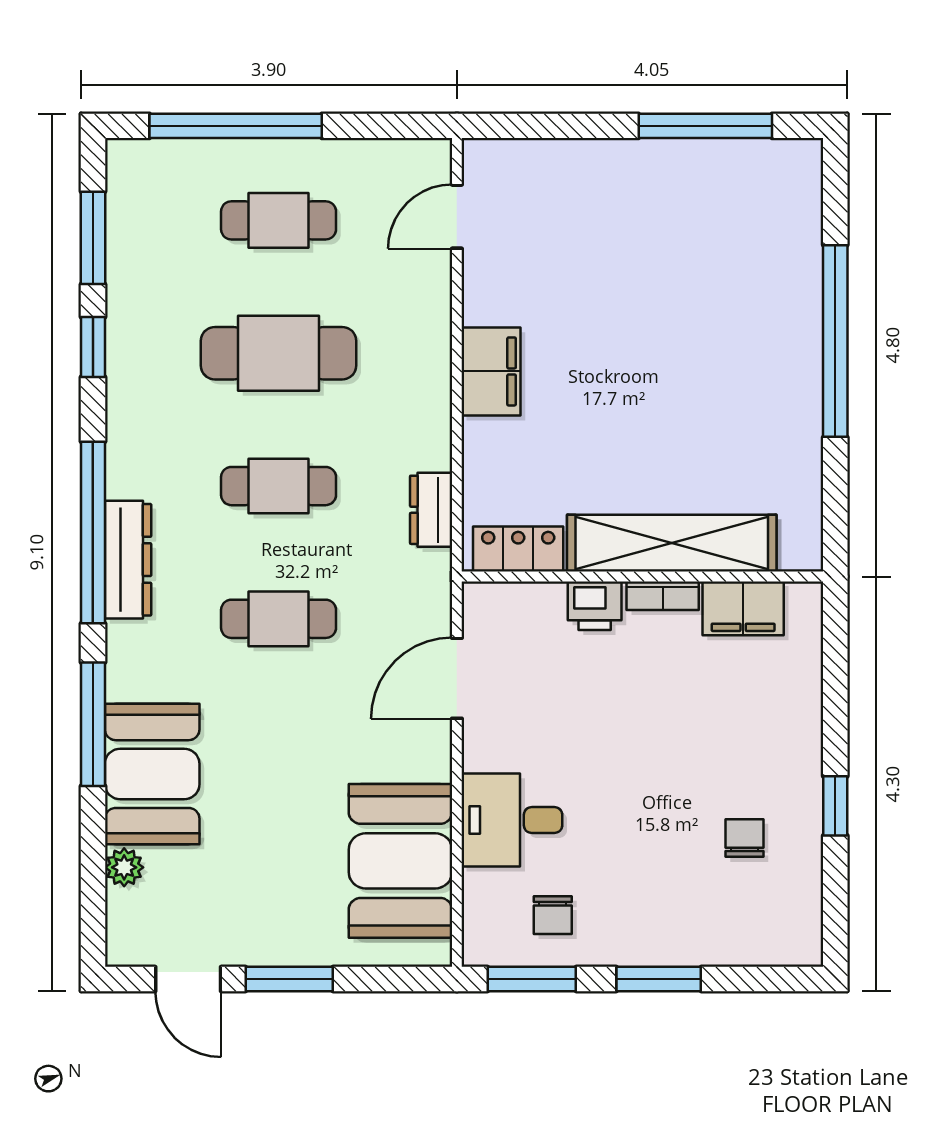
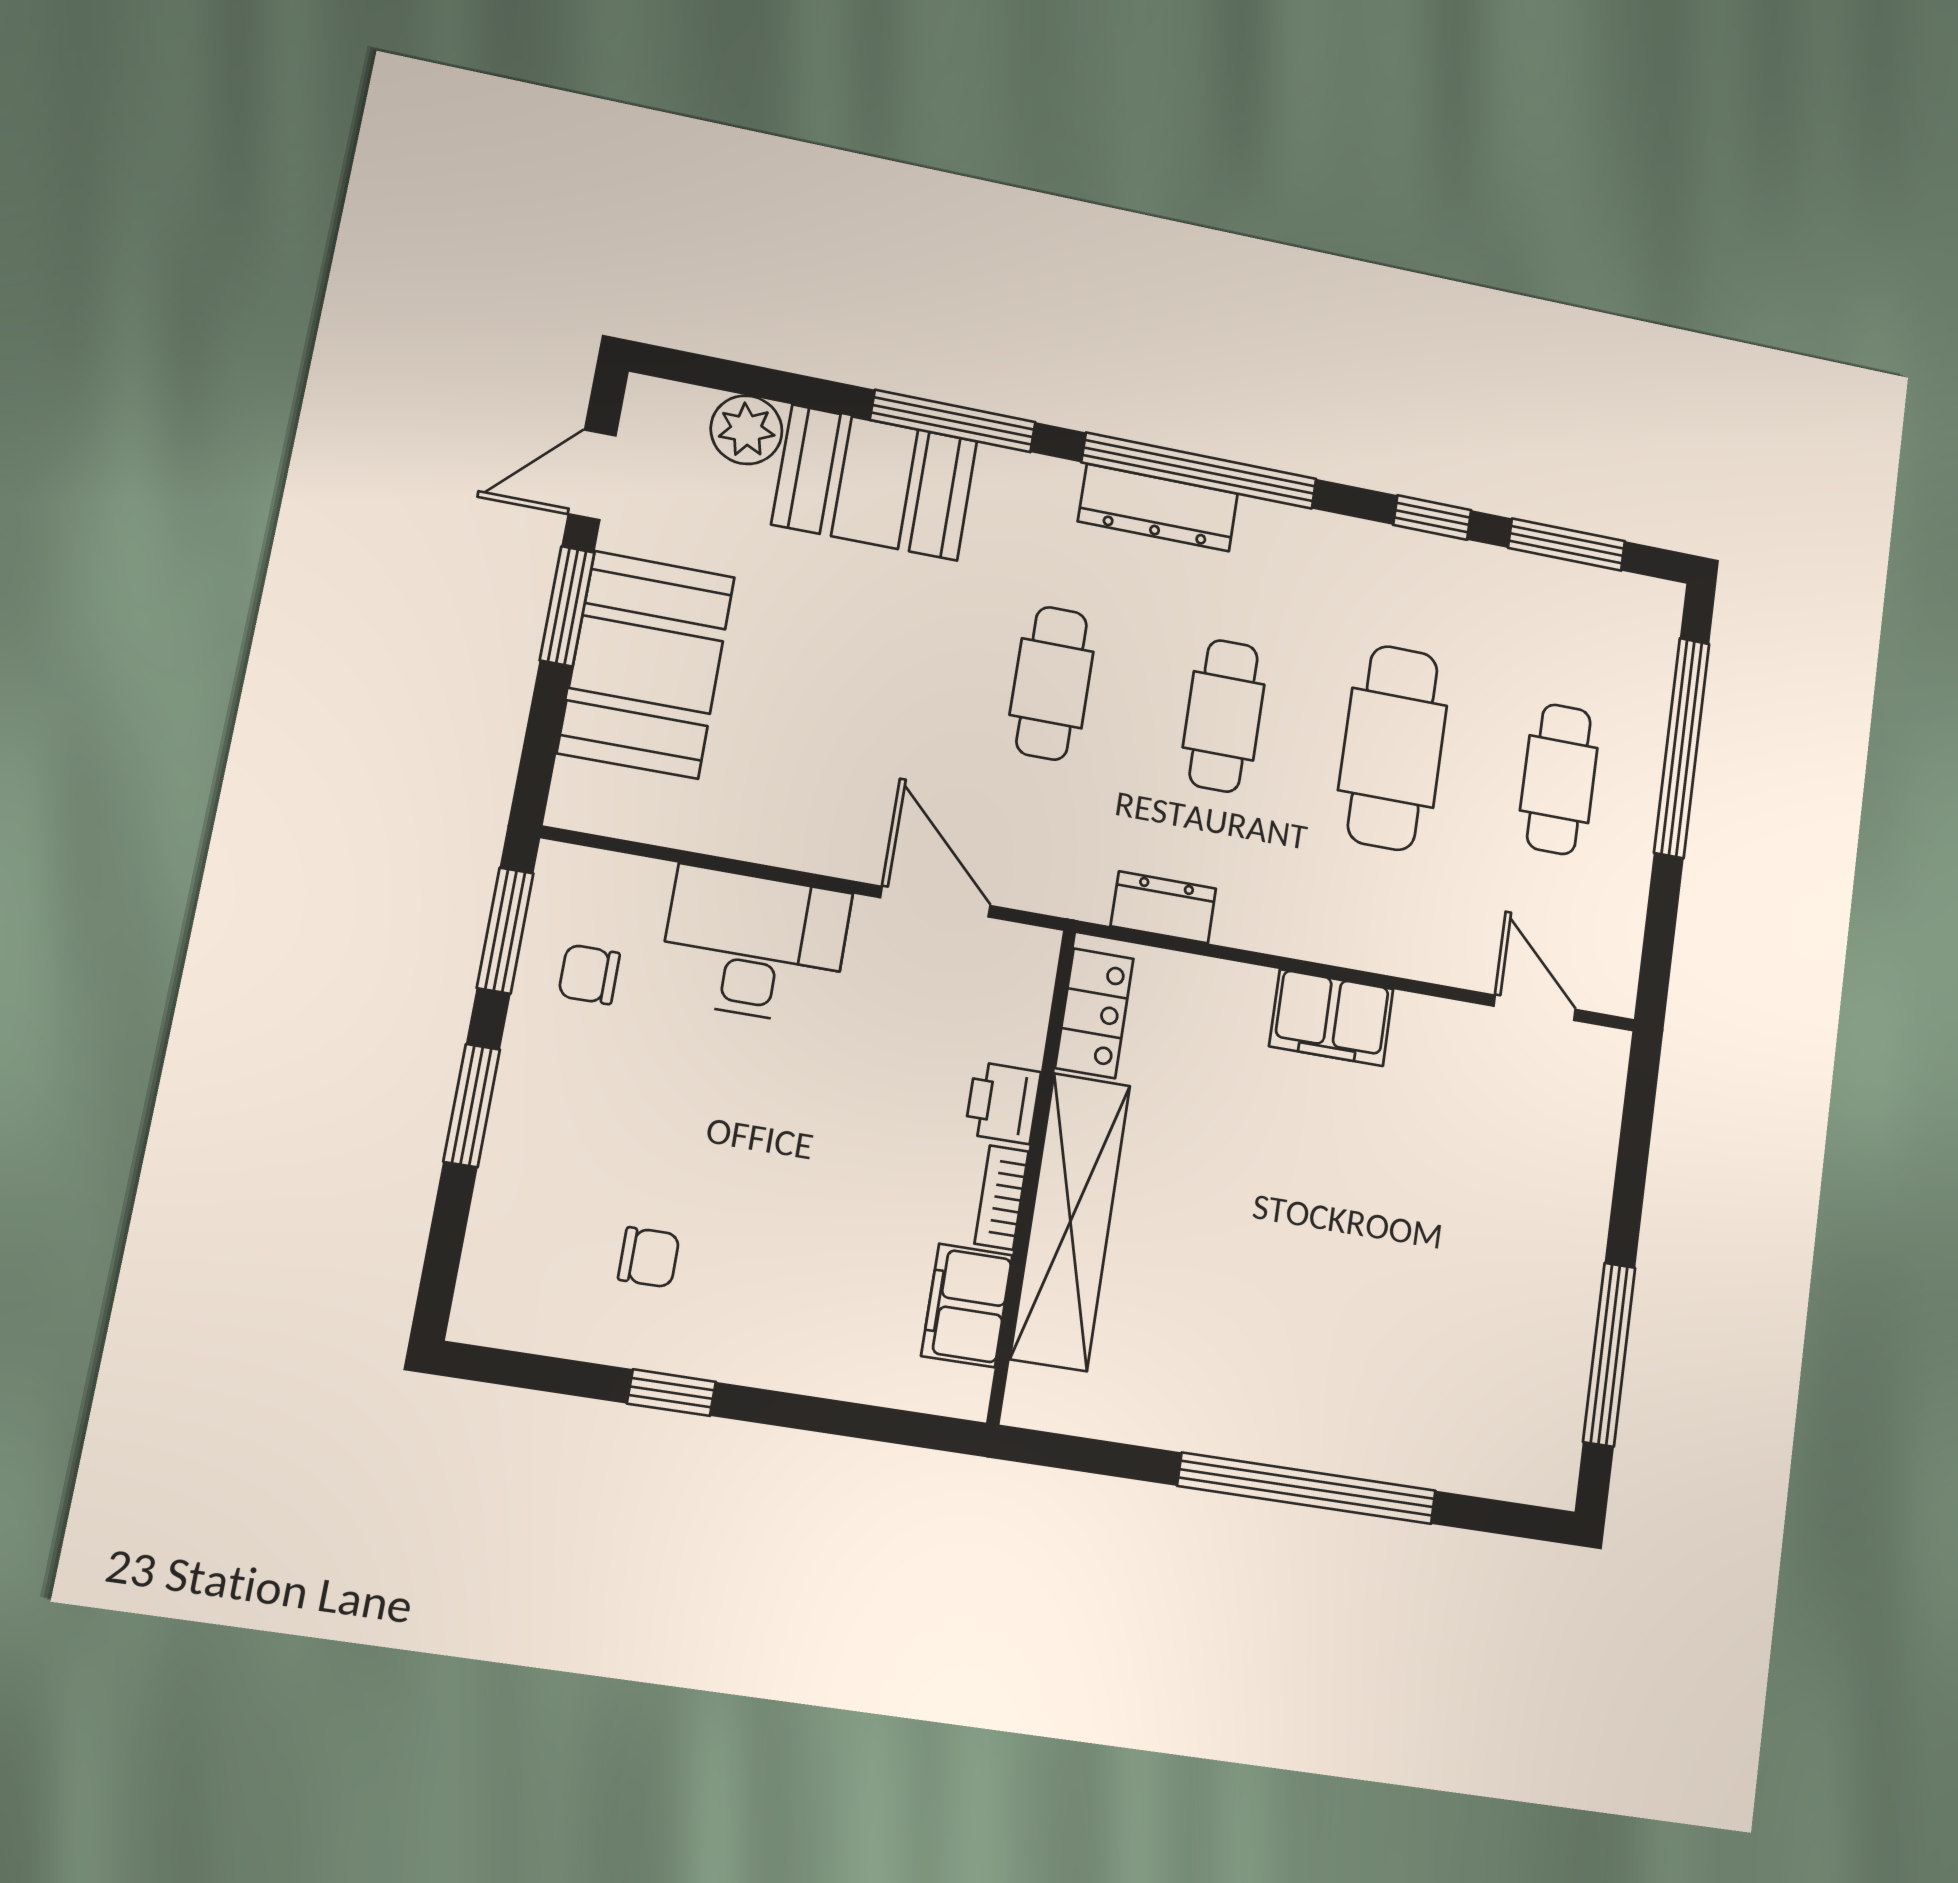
desk: (512, 820) -> (754, 946), width x1.37
booth: (400, 861) -> (646, 665), moved, turned 90
plant: (124, 867) -> (746, 430), width x1.38, depth x1.38

